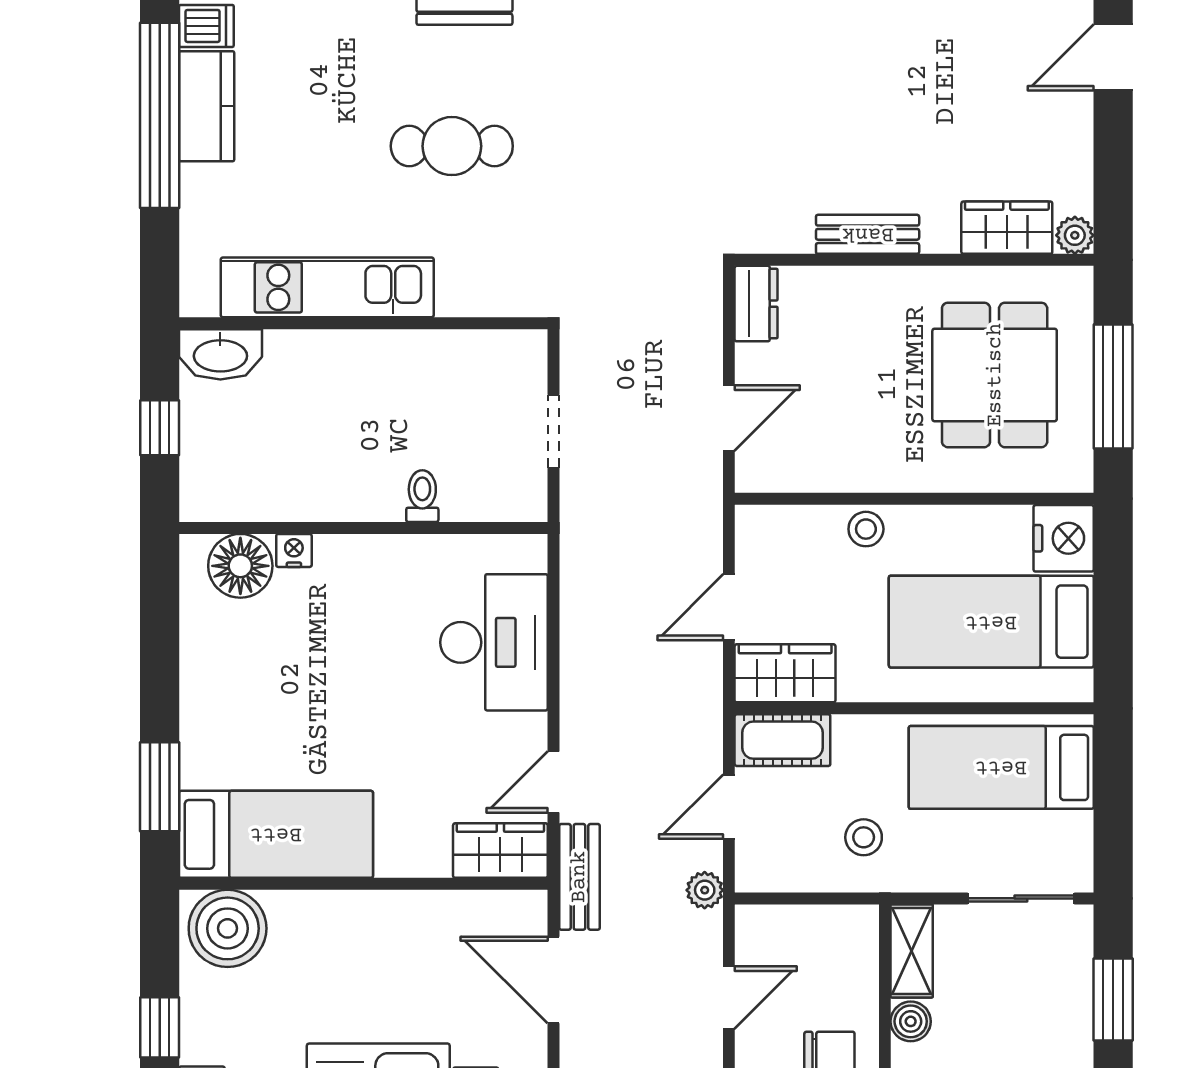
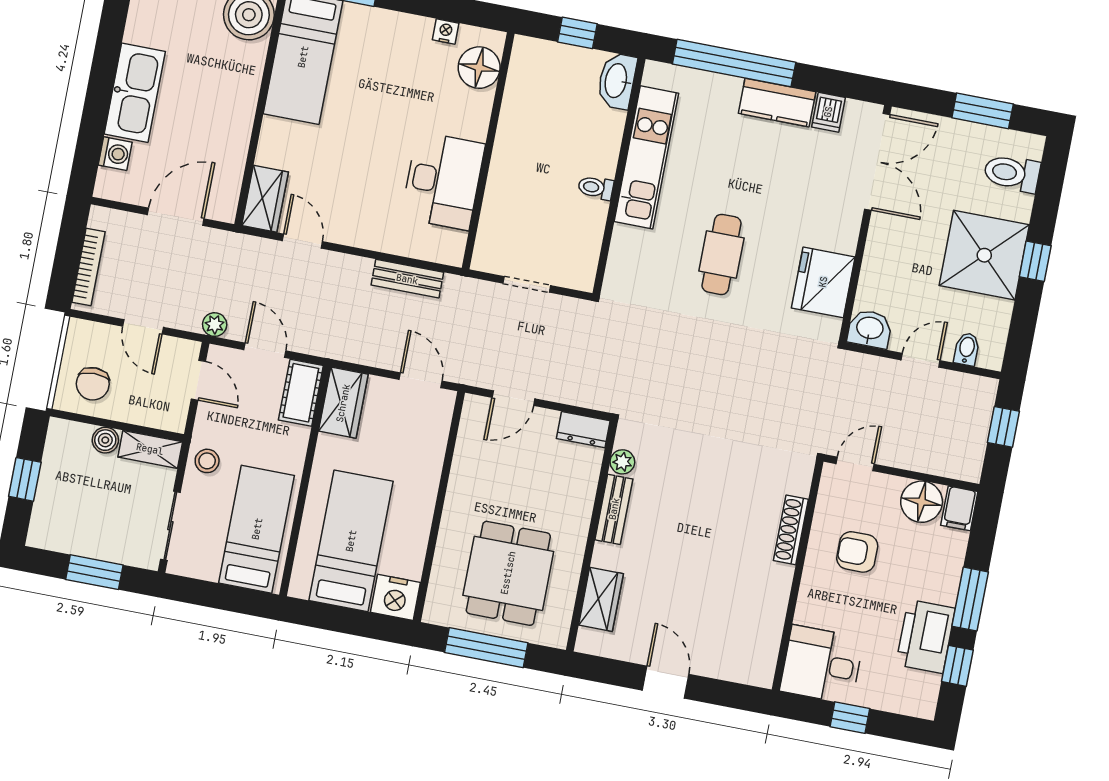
door: (1113, 57) -> (666, 682), moved
window: (160, 115) -> (734, 63), moved
plant: (1075, 235) -> (622, 462), moved
dining table: (995, 375) -> (508, 573), turned 90
door: (729, 418) -> (513, 398), hinge flipped
toilet: (422, 496) -> (596, 188), moved, turned 180
stool: (866, 529) -> (426, 472), removed
nightstand: (294, 550) -> (446, 31), moved, turned -90
door: (729, 607) -> (421, 380), moved
desk: (494, 642) -> (443, 181), moved, turned -90
stool: (864, 837) -> (207, 461), moved
bench: (579, 877) -> (407, 279), moved
door: (793, 898) -> (198, 380), added

